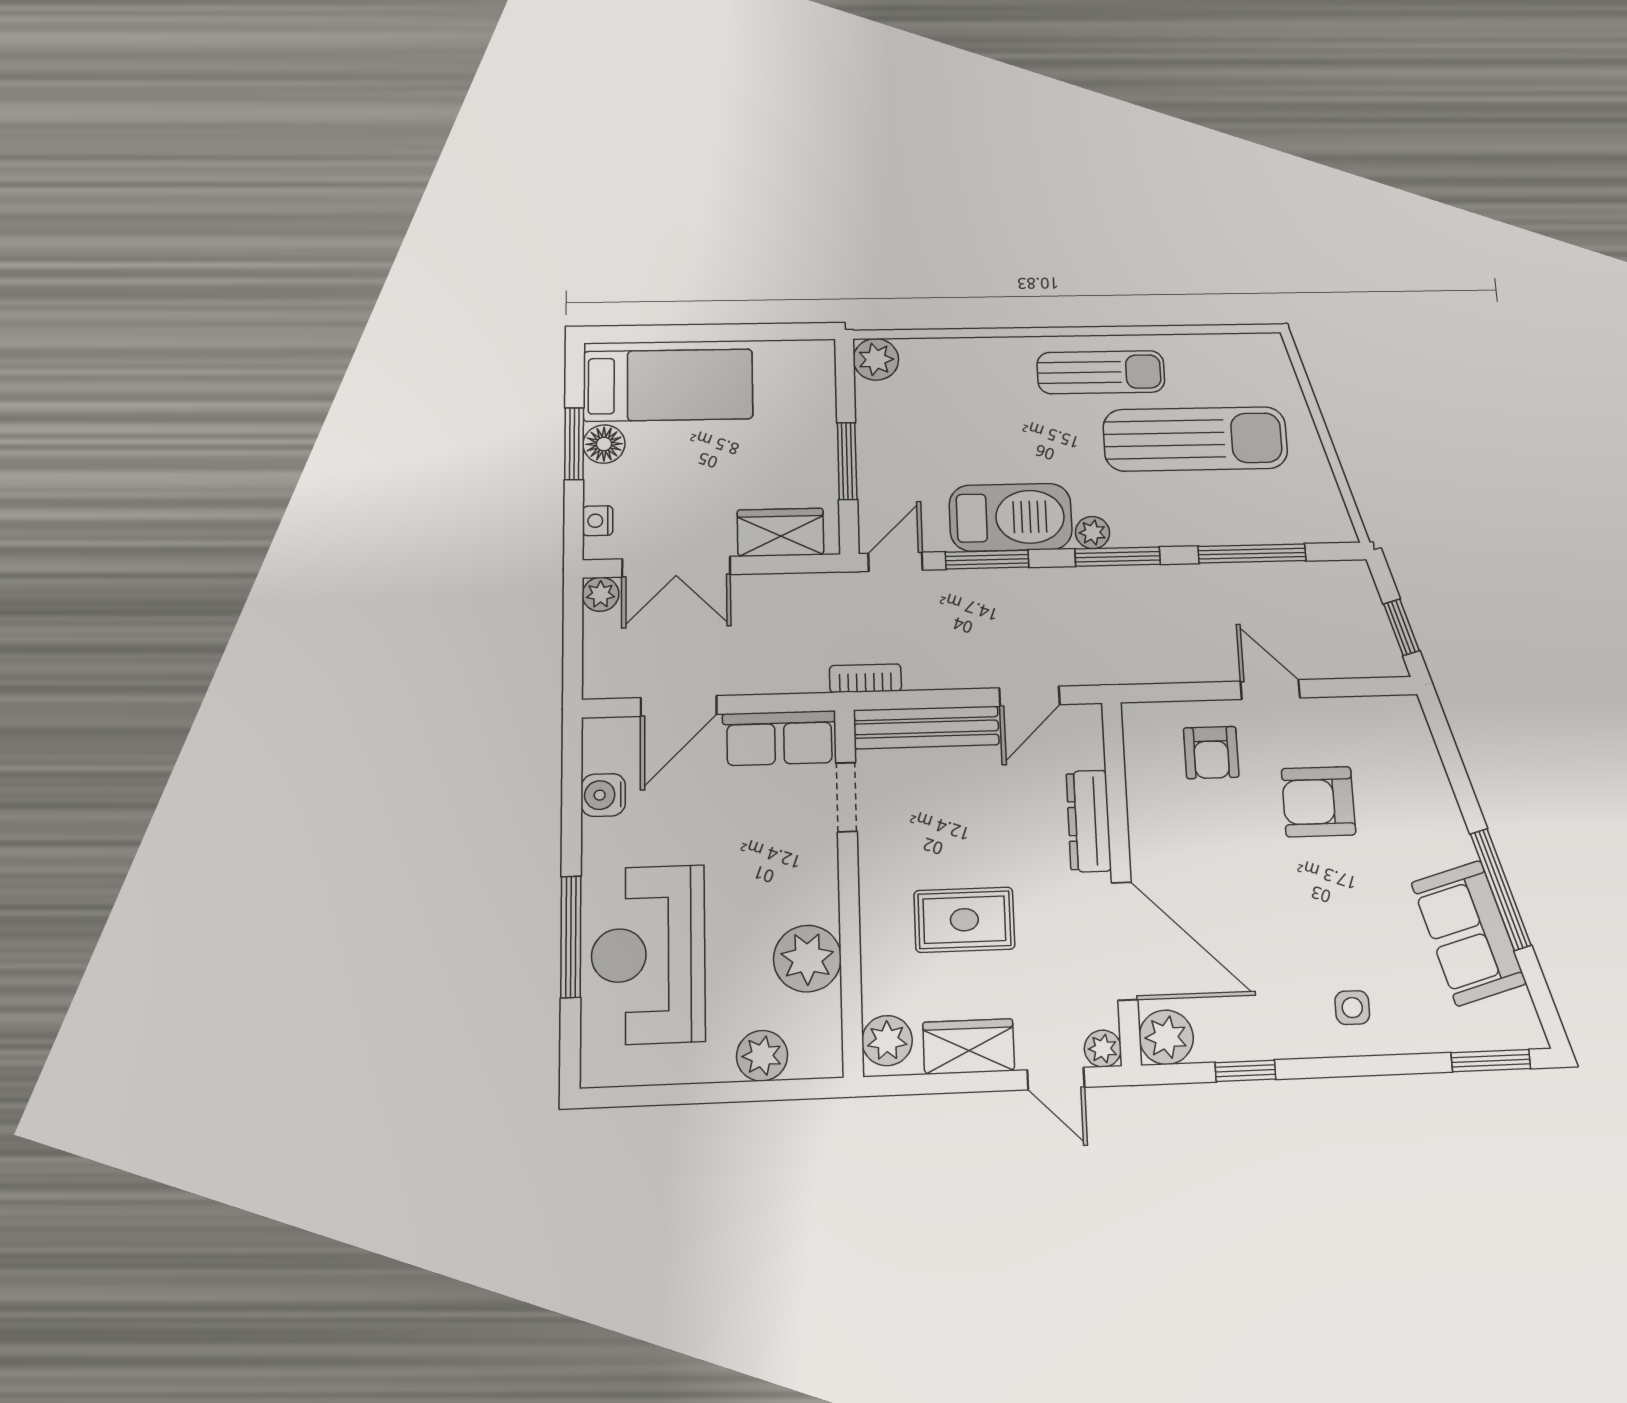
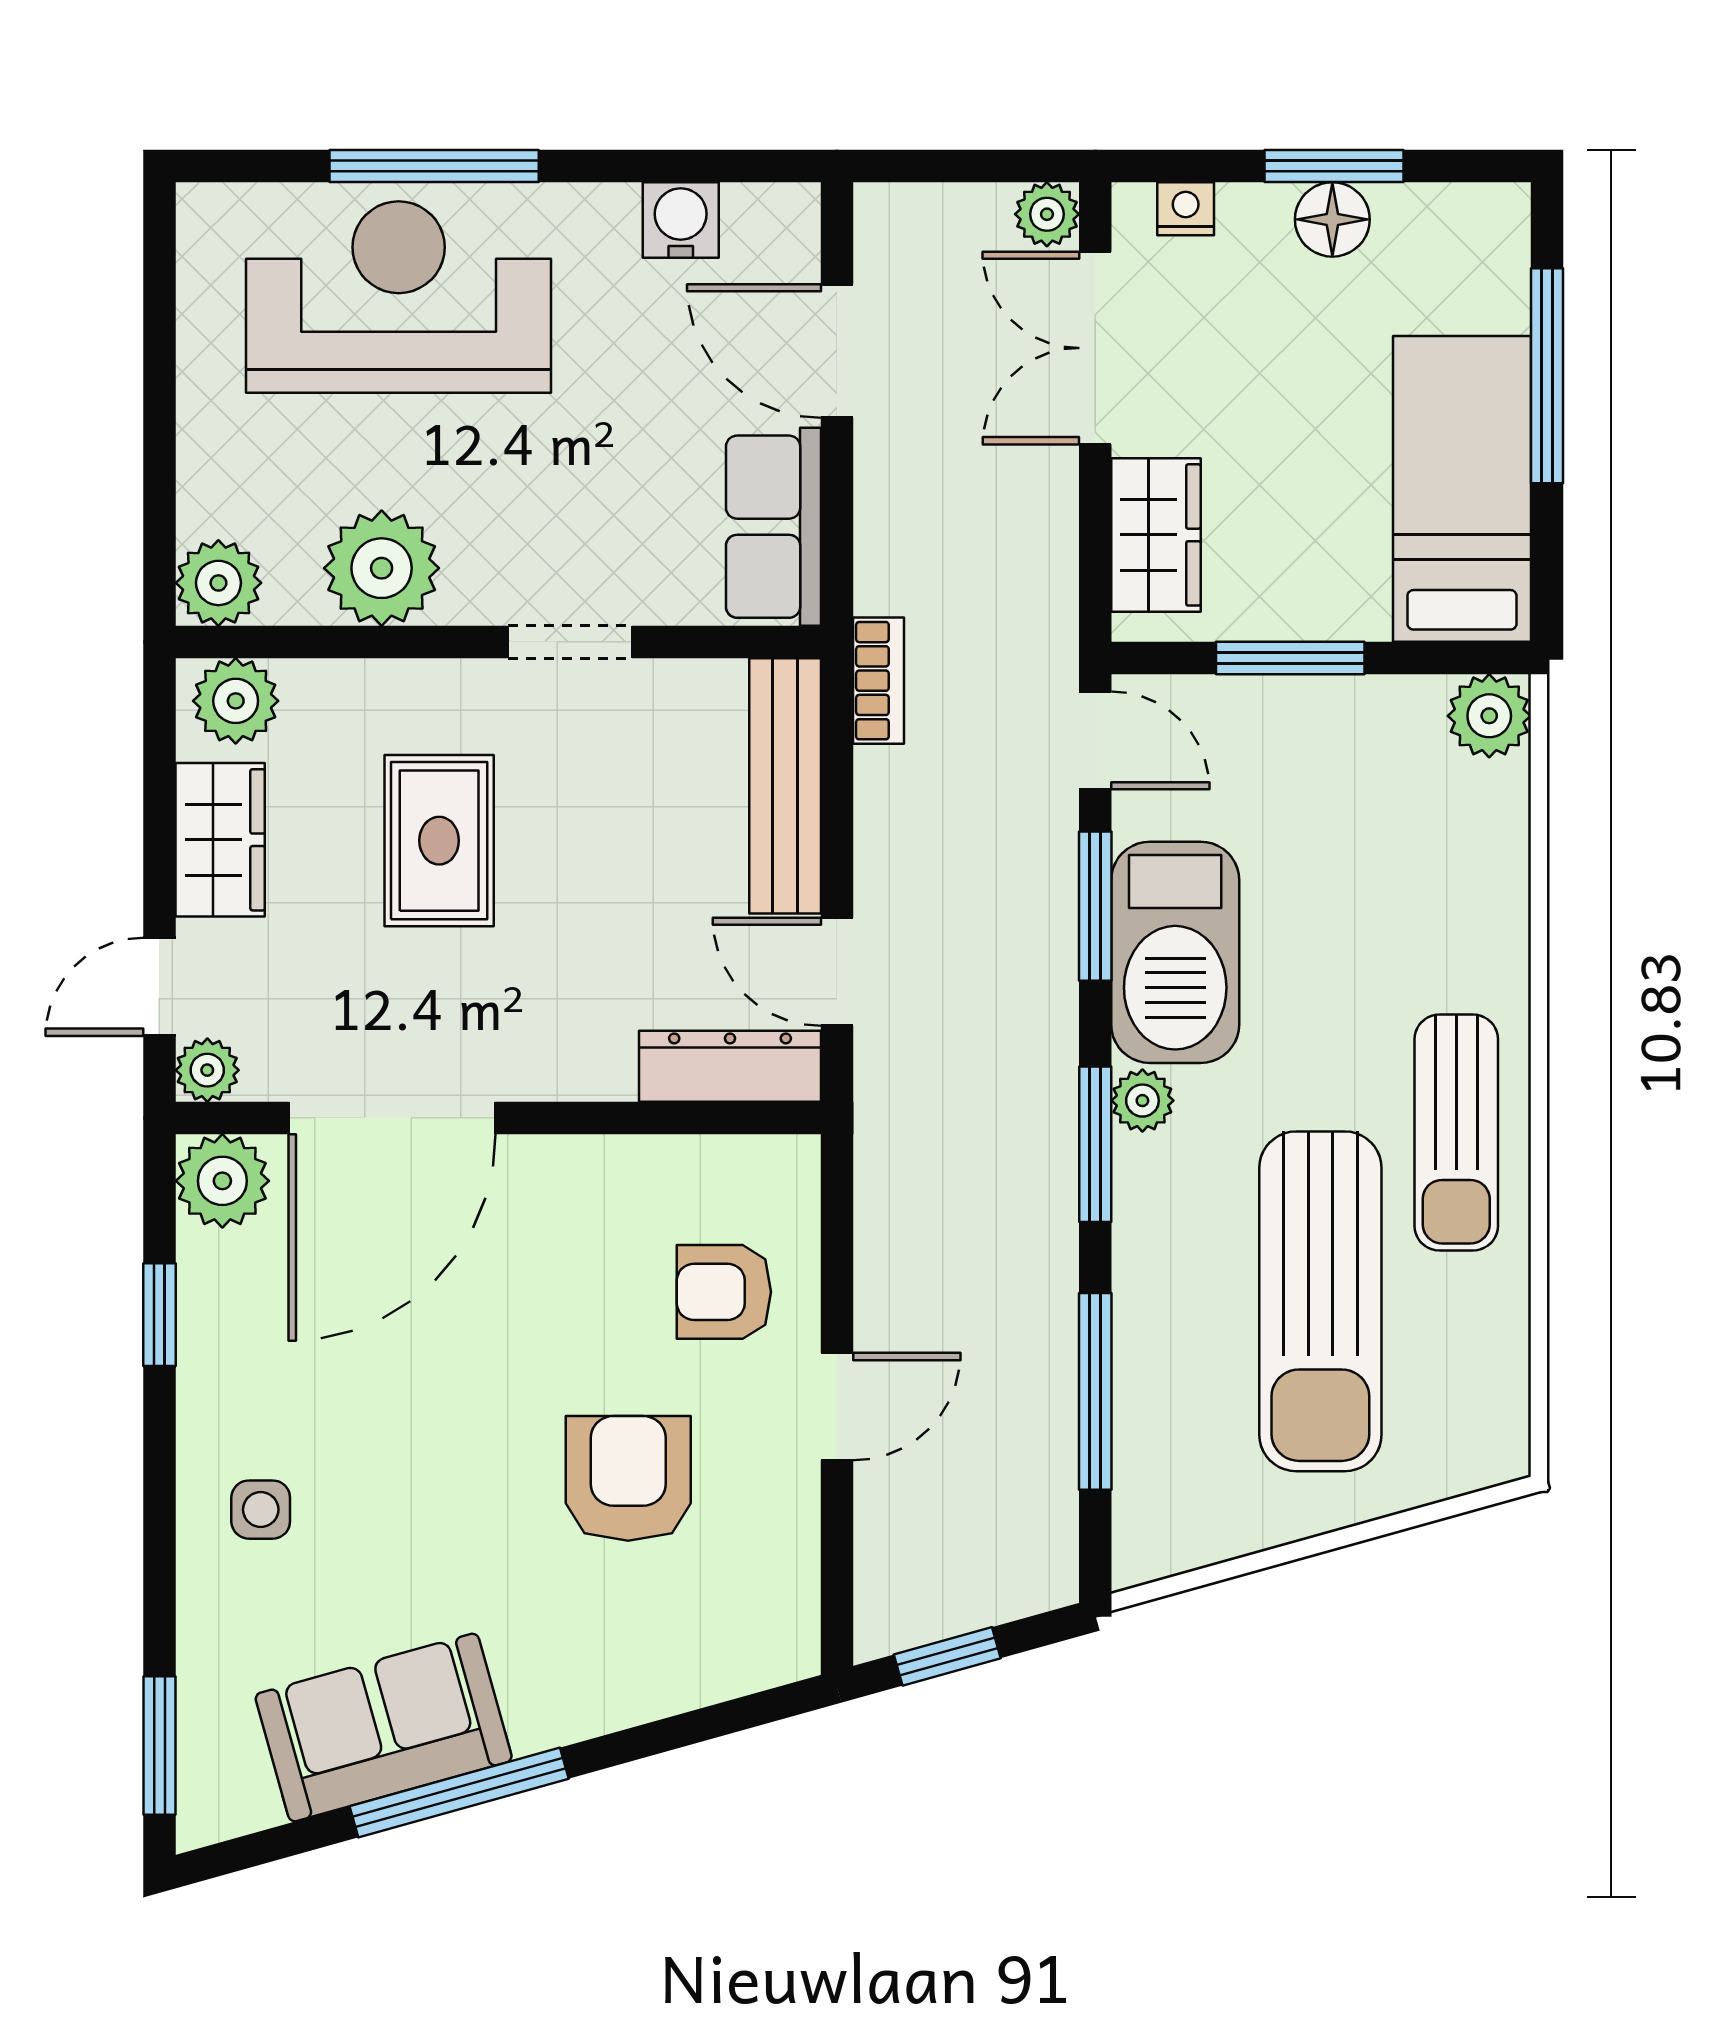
window: (690, 333) -> (1547, 376), added
bed: (668, 385) -> (1462, 489), moved, turned 180
doorway: (847, 797) -> (570, 642), moved
dresser: (1089, 821) -> (730, 1066), moved
plant: (762, 1056) -> (218, 583), moved

